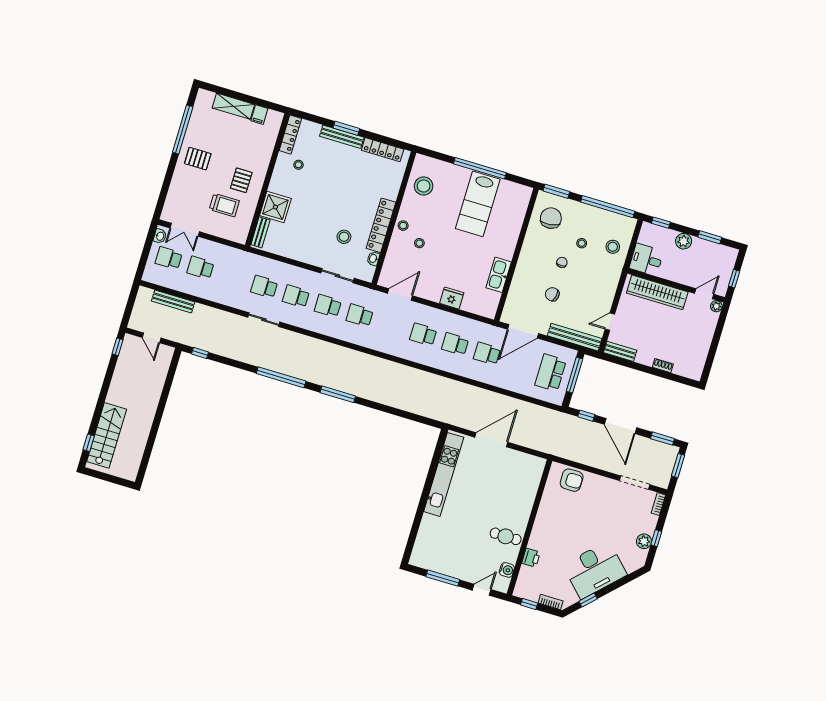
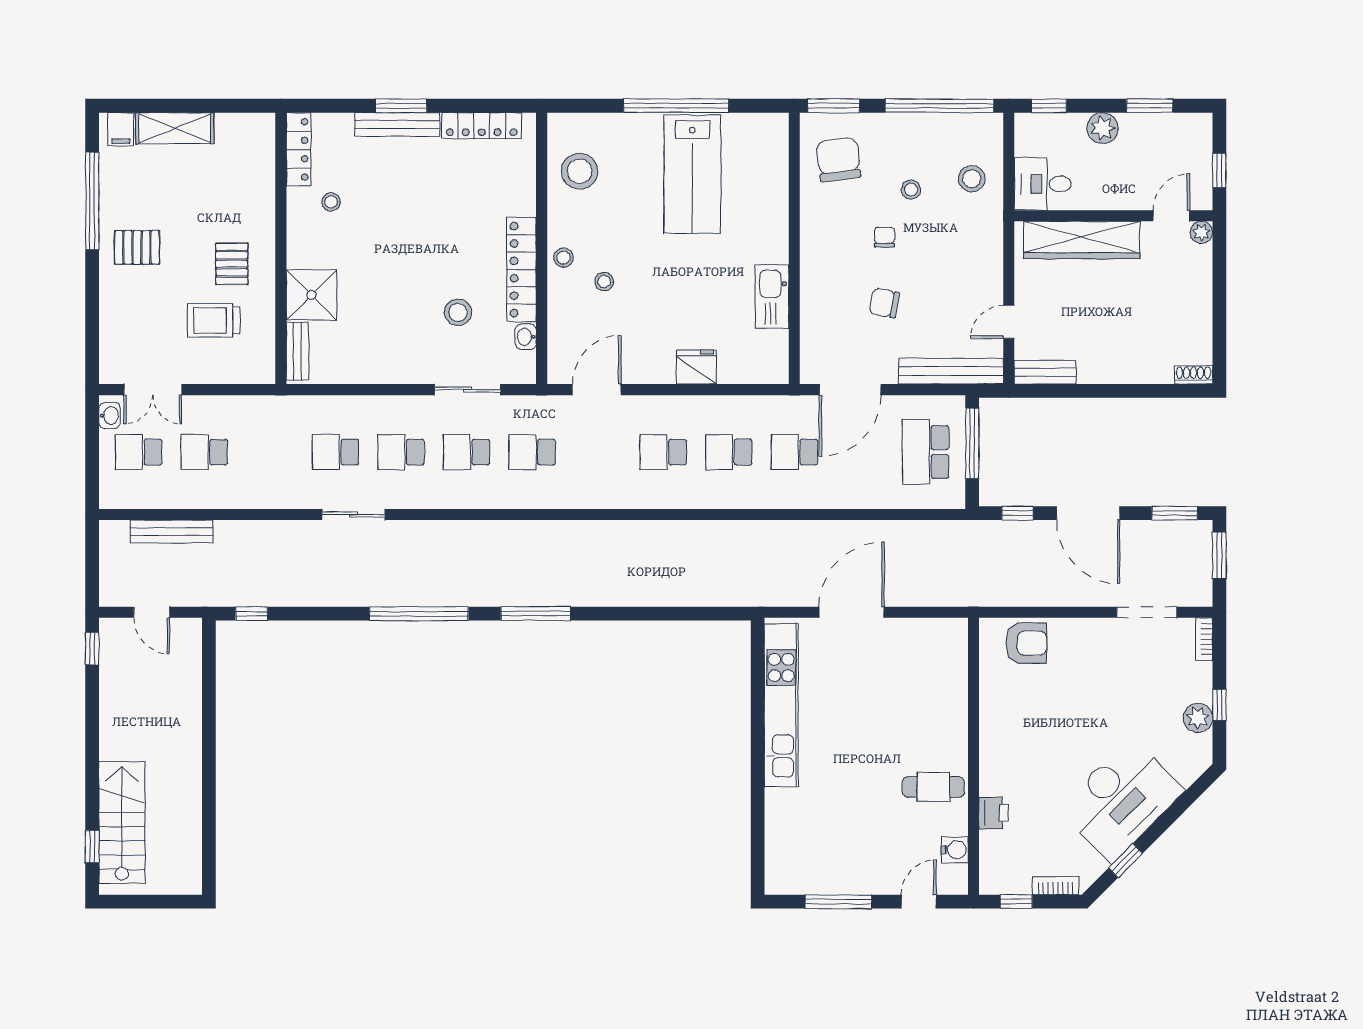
filing cabinet: (259, 115) -> (121, 129), moved
trolley: (224, 205) -> (214, 320), turned 180
shoe rack: (663, 366) -> (1193, 375), moved

